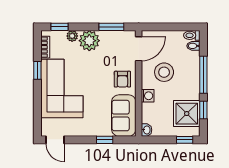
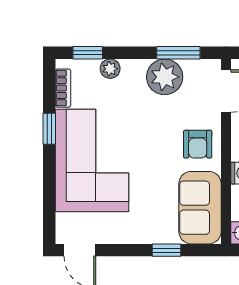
plant: (89, 41) -> (165, 77), moved

